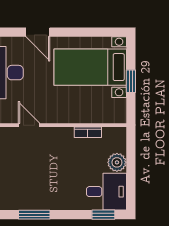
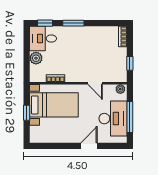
door: (38, 32) -> (89, 146), hinge flipped
bed with nightstands: (90, 67) -> (54, 105), moved
window: (34, 215) -> (73, 23), moved

